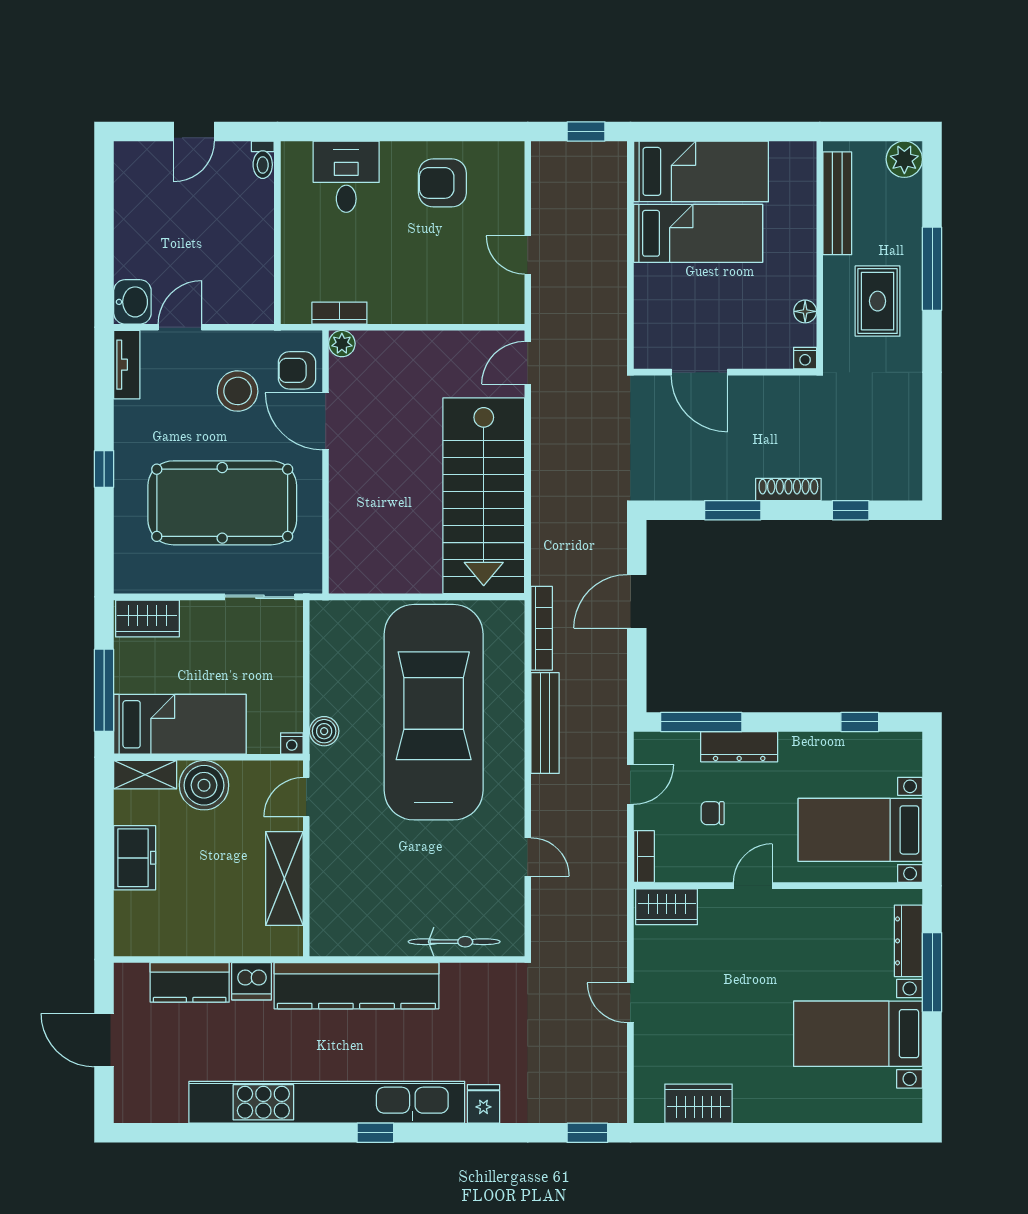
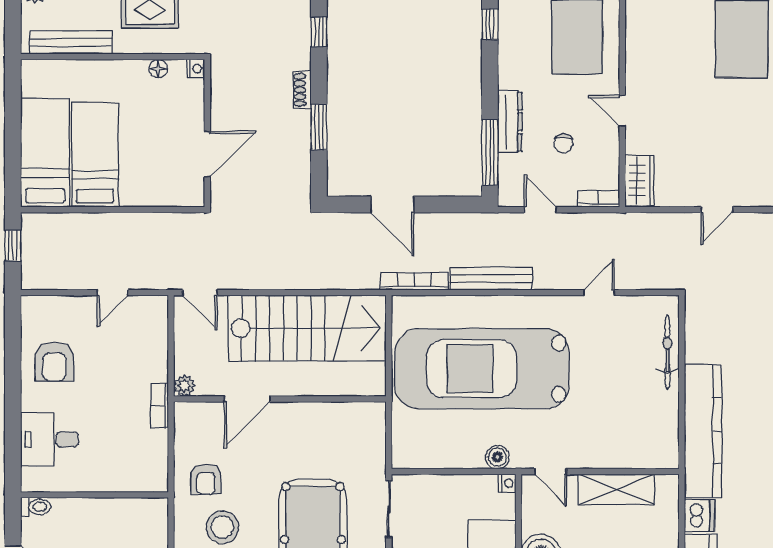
bookcase: (339, 313) -> (160, 406), moved
plant: (342, 344) -> (184, 386), moved
door: (326, 421) -> (247, 399), moved
wall: (326, 462) -> (280, 399), moved
shoe rack: (788, 489) -> (302, 90), width x0.70

